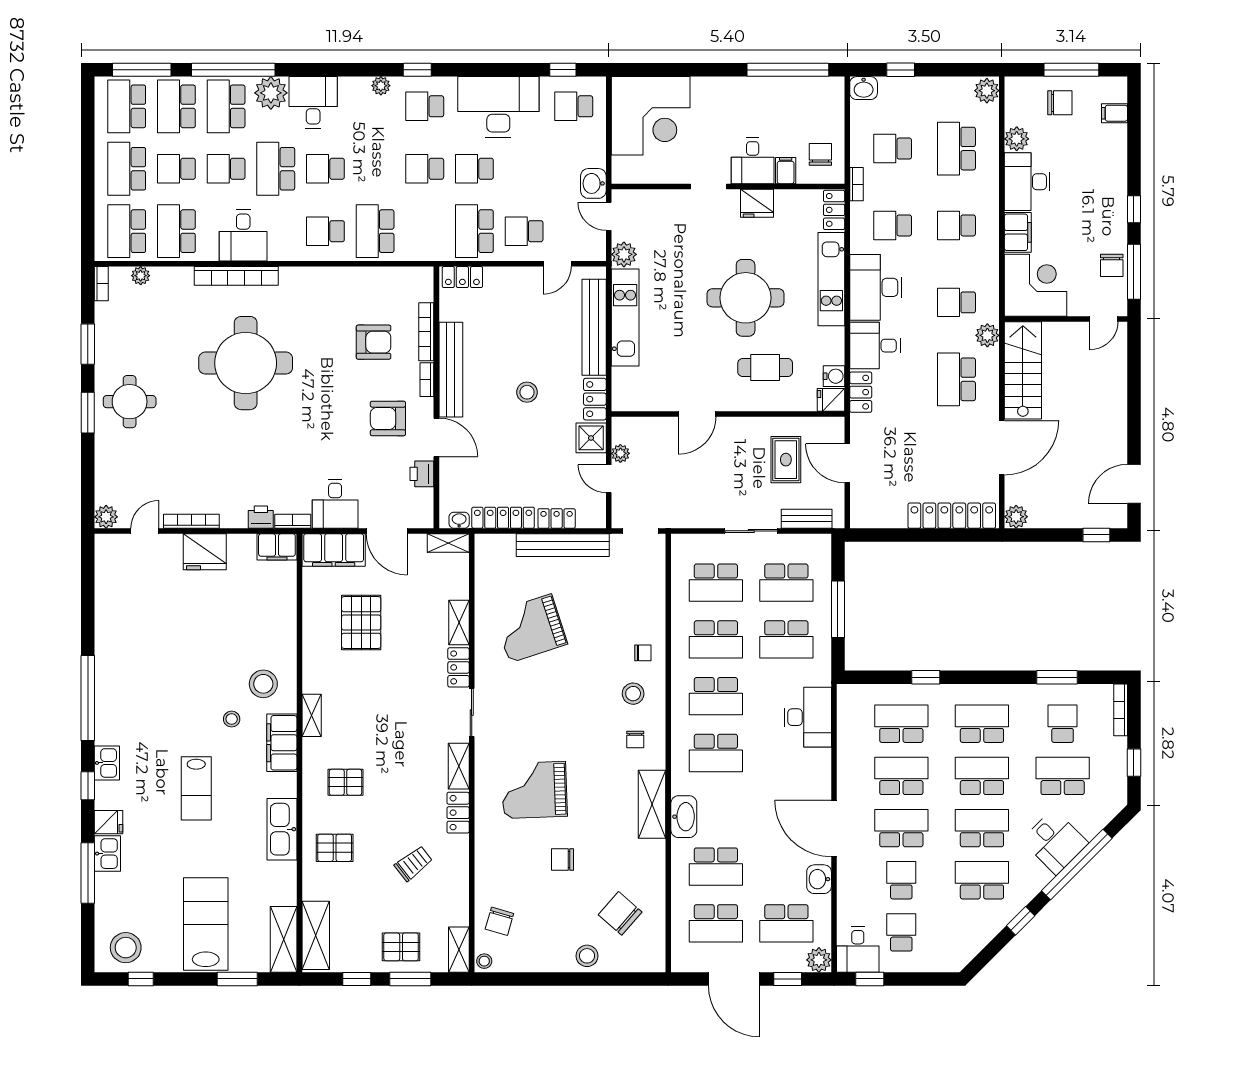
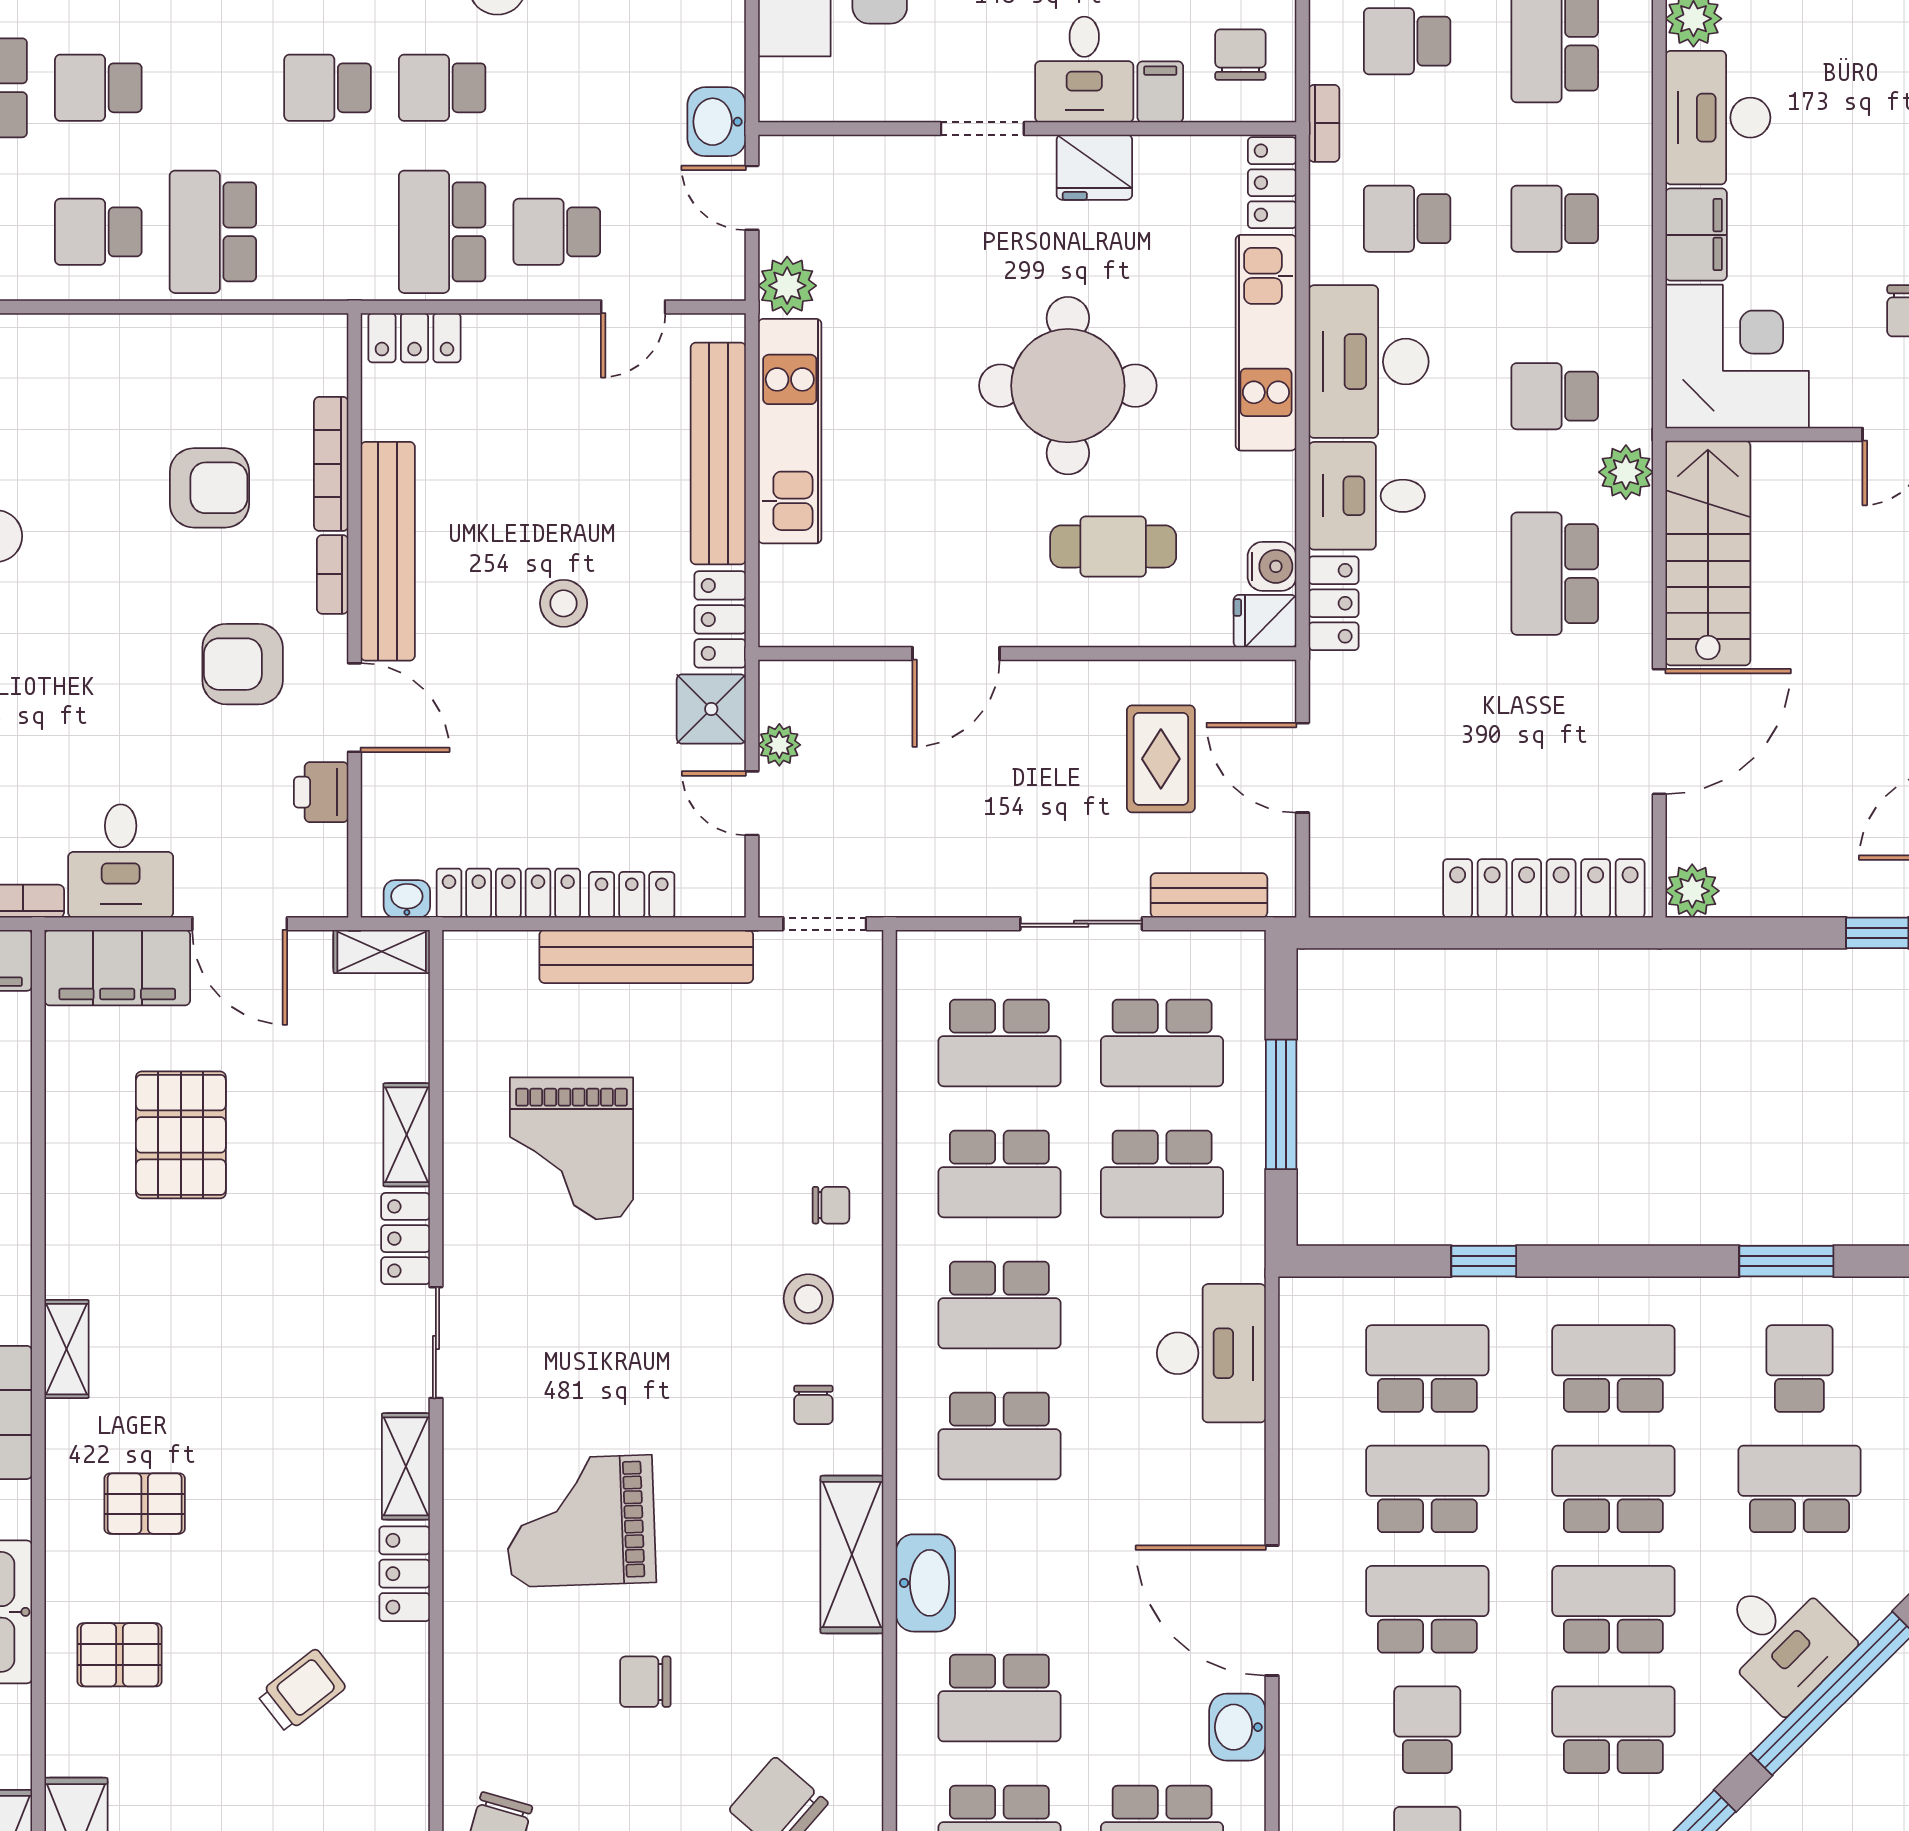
grand piano: (530, 628) -> (572, 1148), turned -72

